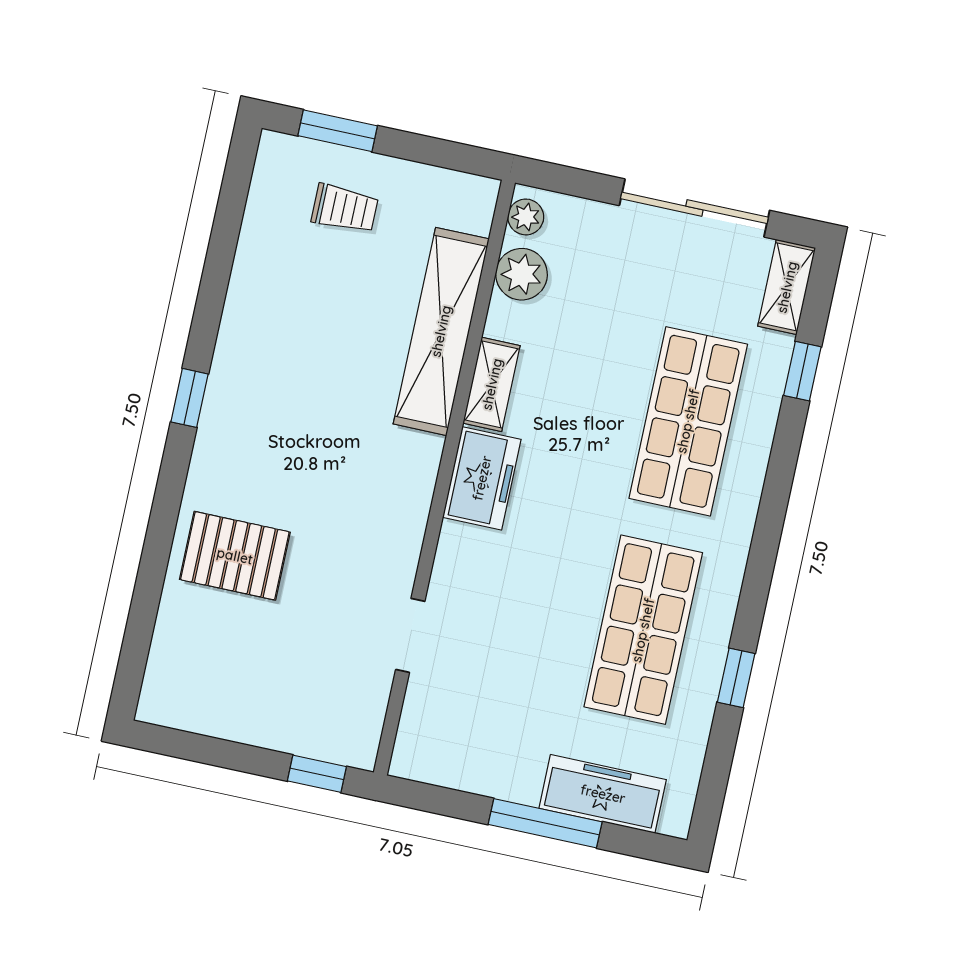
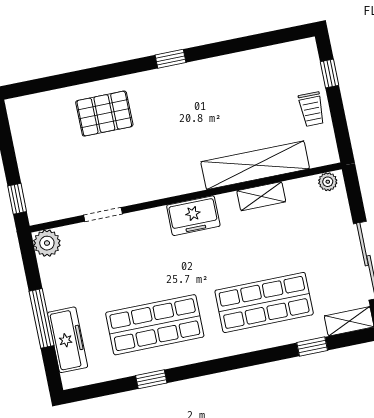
window: (338, 131) -> (329, 73), width x0.67
trolley: (345, 209) -> (312, 109), moved
plant: (522, 274) -> (47, 243), moved
shelving: (492, 384) -> (261, 196), moved
pallet: (235, 556) -> (104, 114), turned 90

